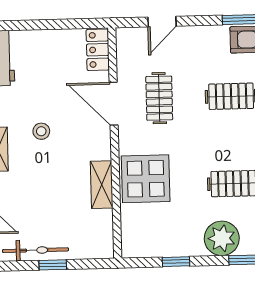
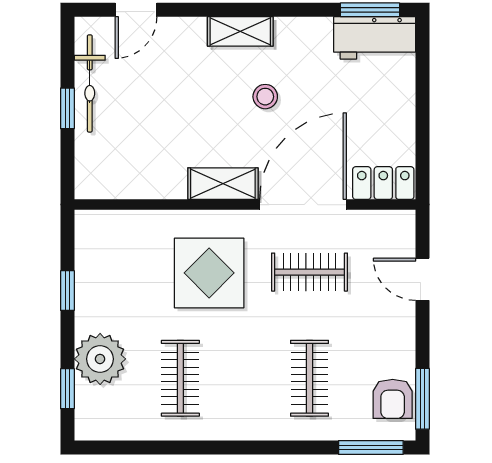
door: (114, 104) -> (303, 205), width x1.36
display table: (146, 179) -> (209, 273), moved
shelving: (102, 185) -> (223, 184), moved

